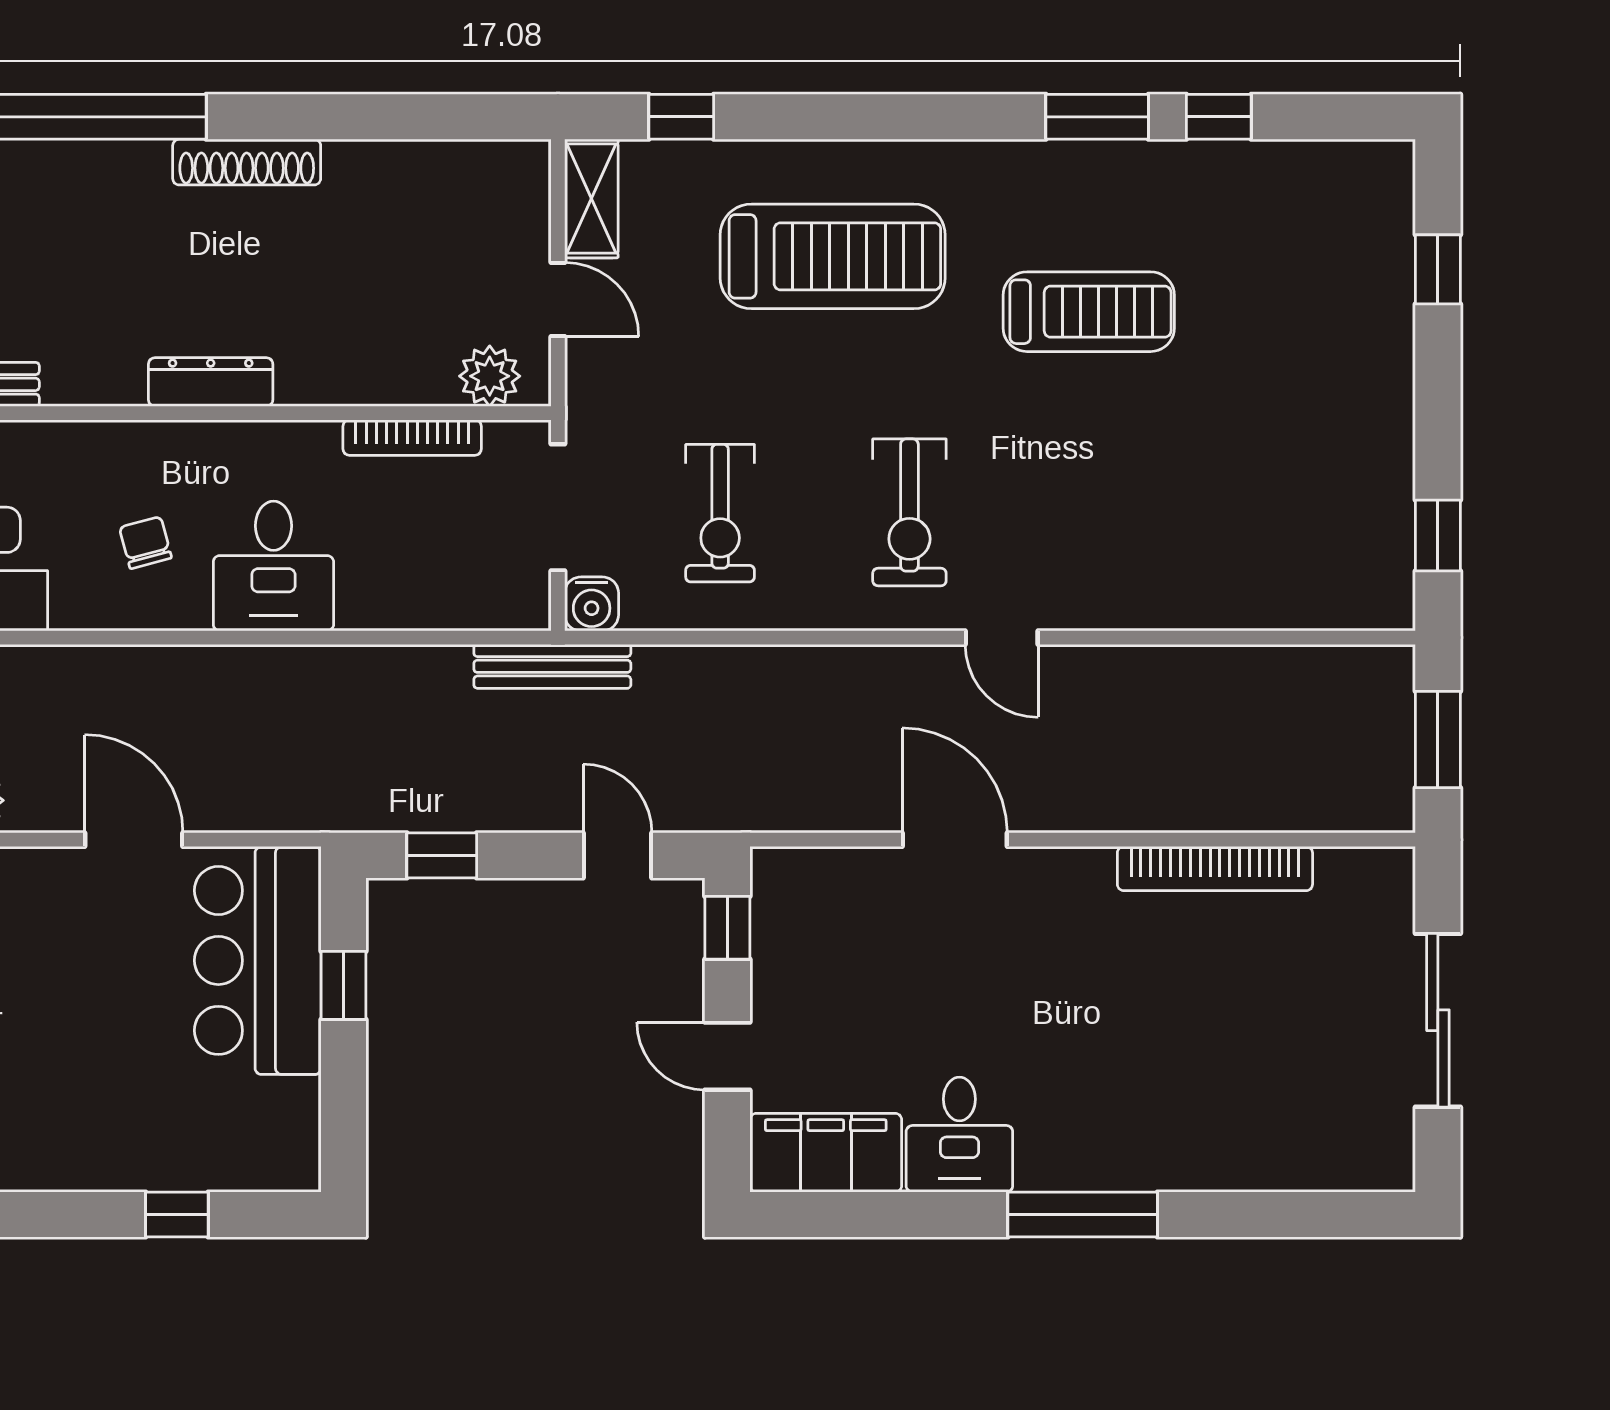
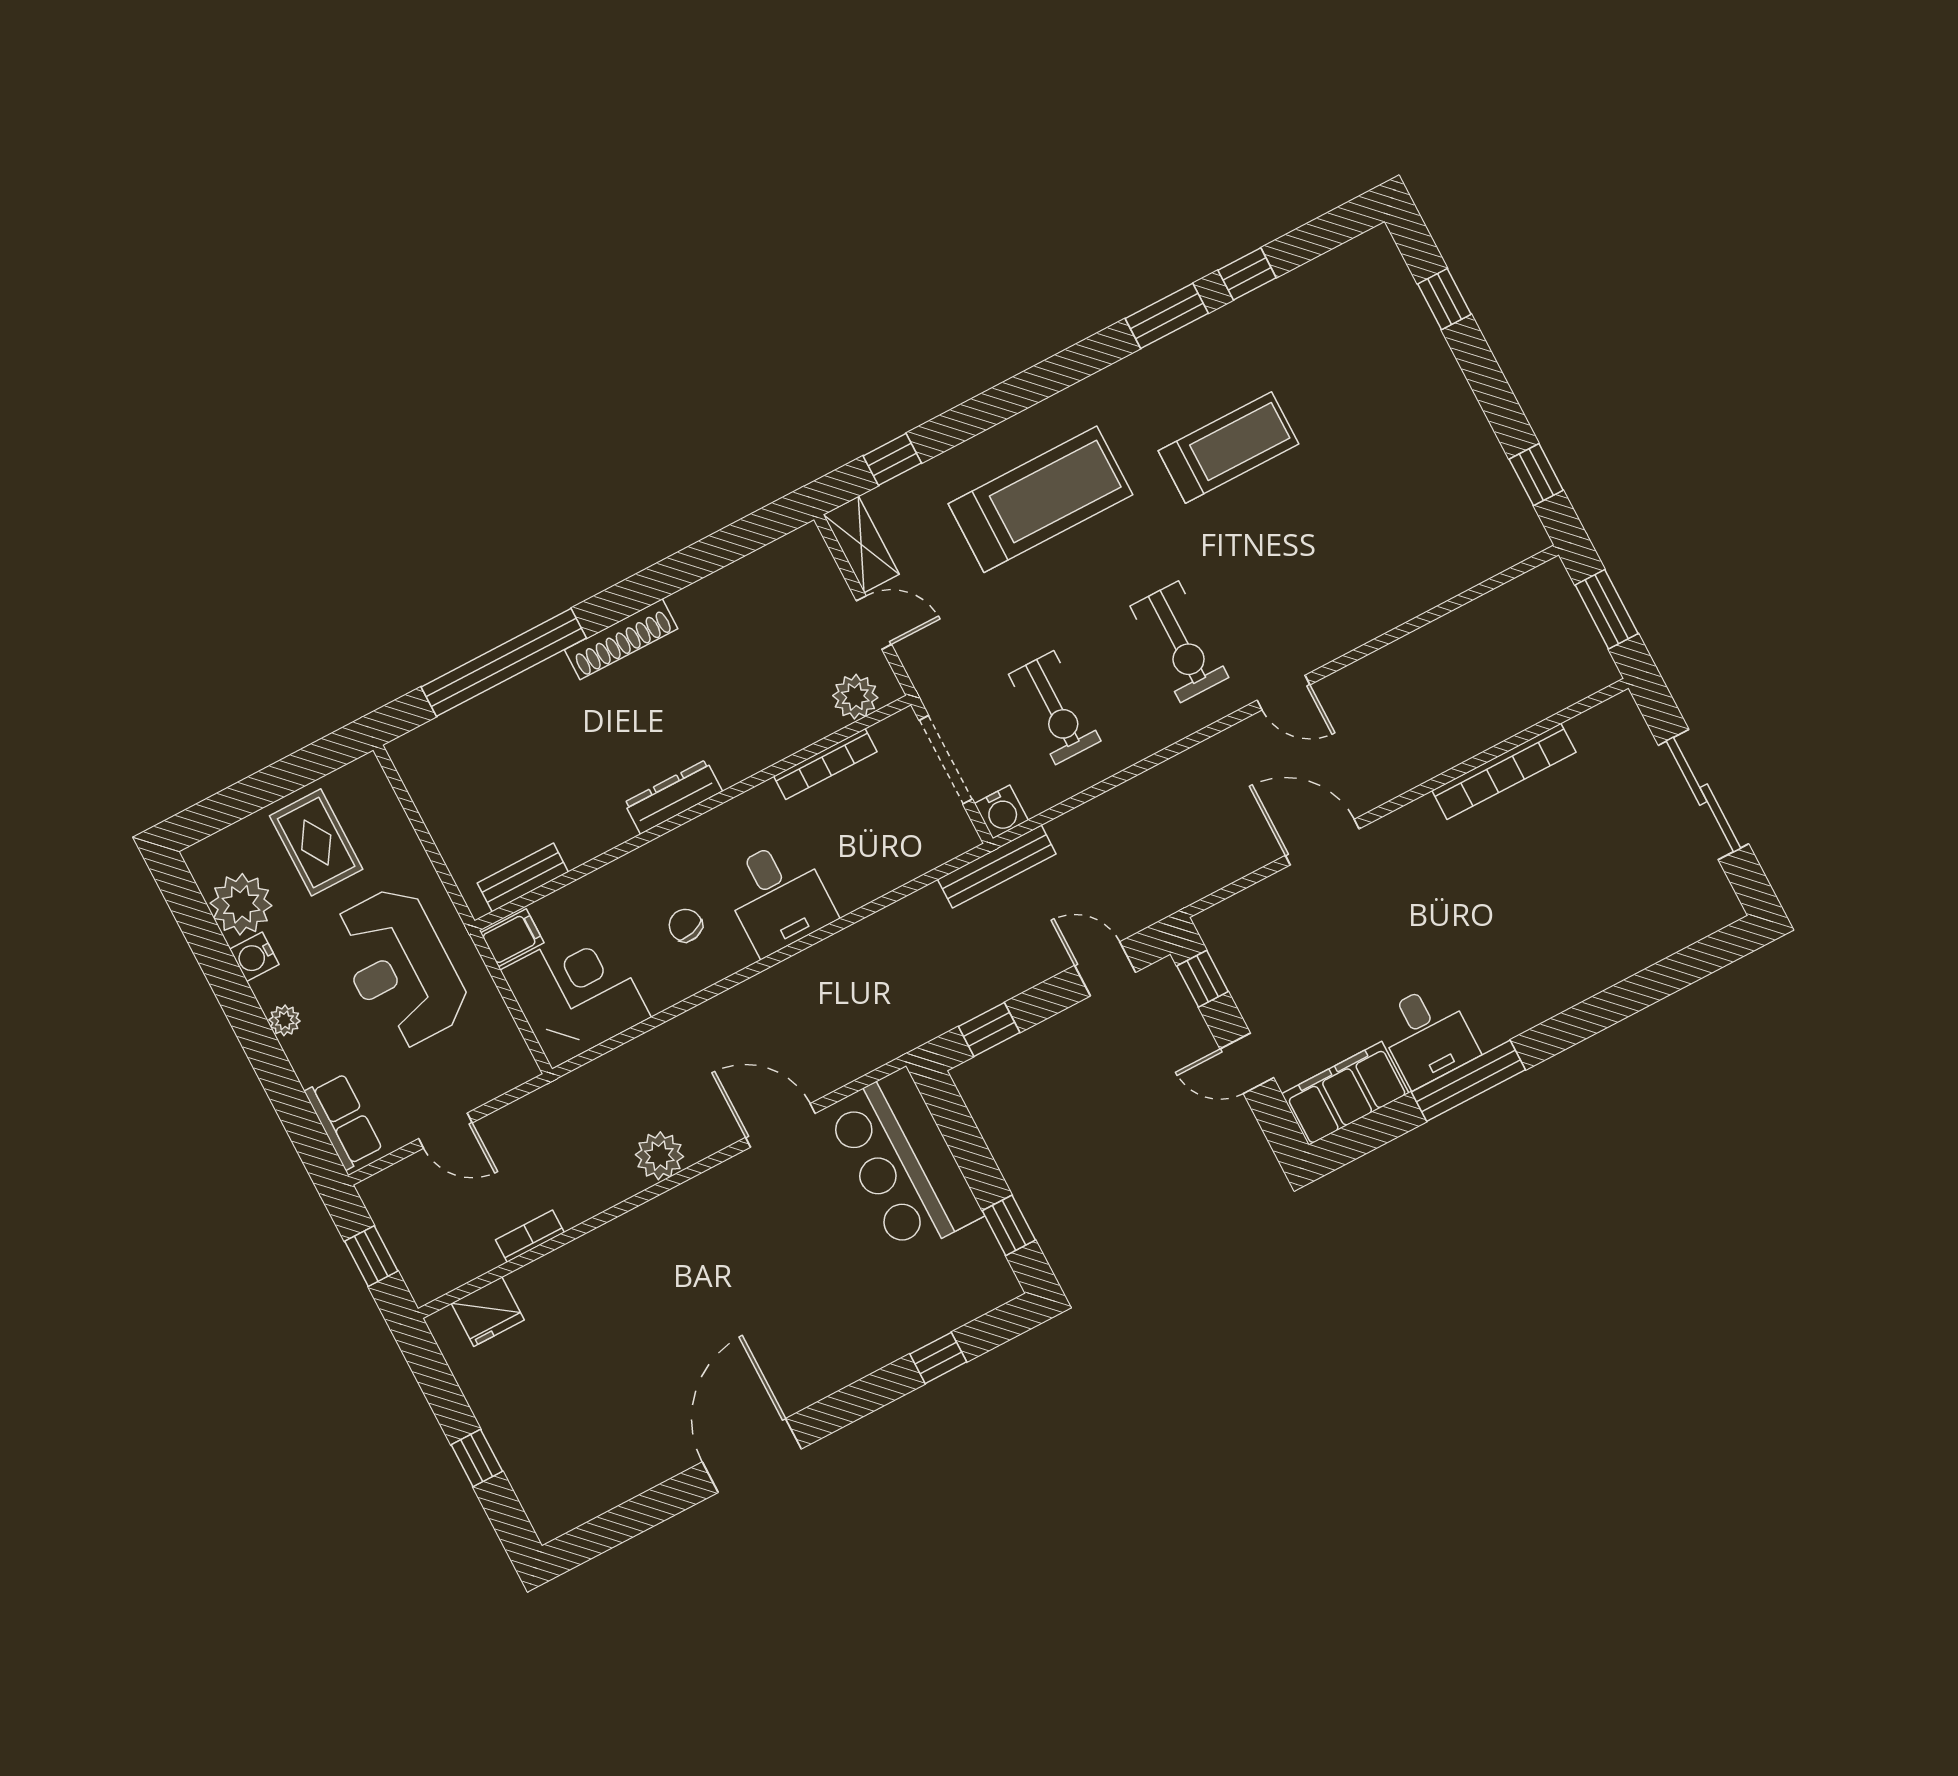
window: (344, 985) -> (1009, 1225), moved
window: (1083, 1215) -> (1468, 1081), moved

